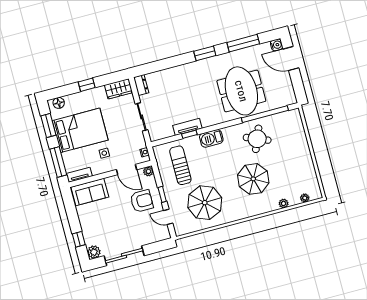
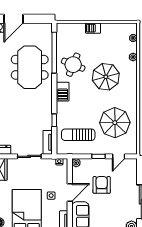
meeting table: (241, 91) -> (30, 67), turned 90
tv unit: (187, 127) -> (48, 142), moved
barbecue: (211, 138) -> (63, 92), moved
barbecue: (304, 150) -> (93, 28), added
door: (126, 170) -> (70, 193), moved
armchair: (142, 201) -> (102, 185), moved

